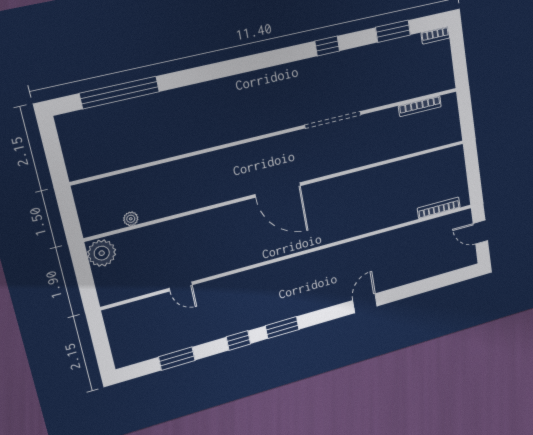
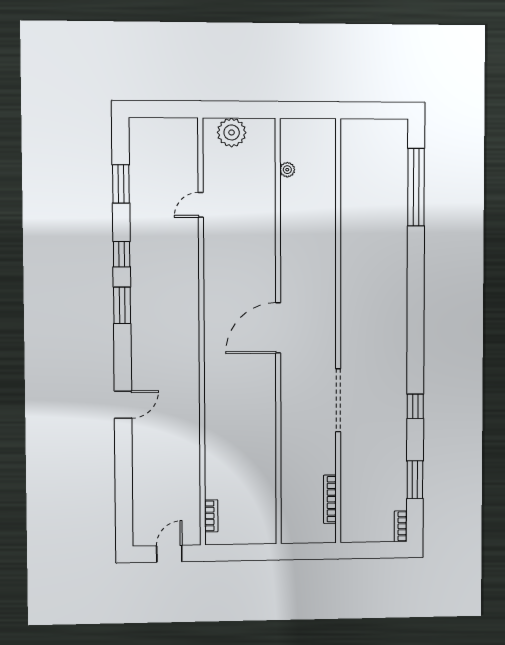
bookcase: (439, 208) -> (211, 516), width x0.64
plant: (102, 253) -> (232, 132), moved
door: (365, 303) -> (123, 405), hinge flipped

